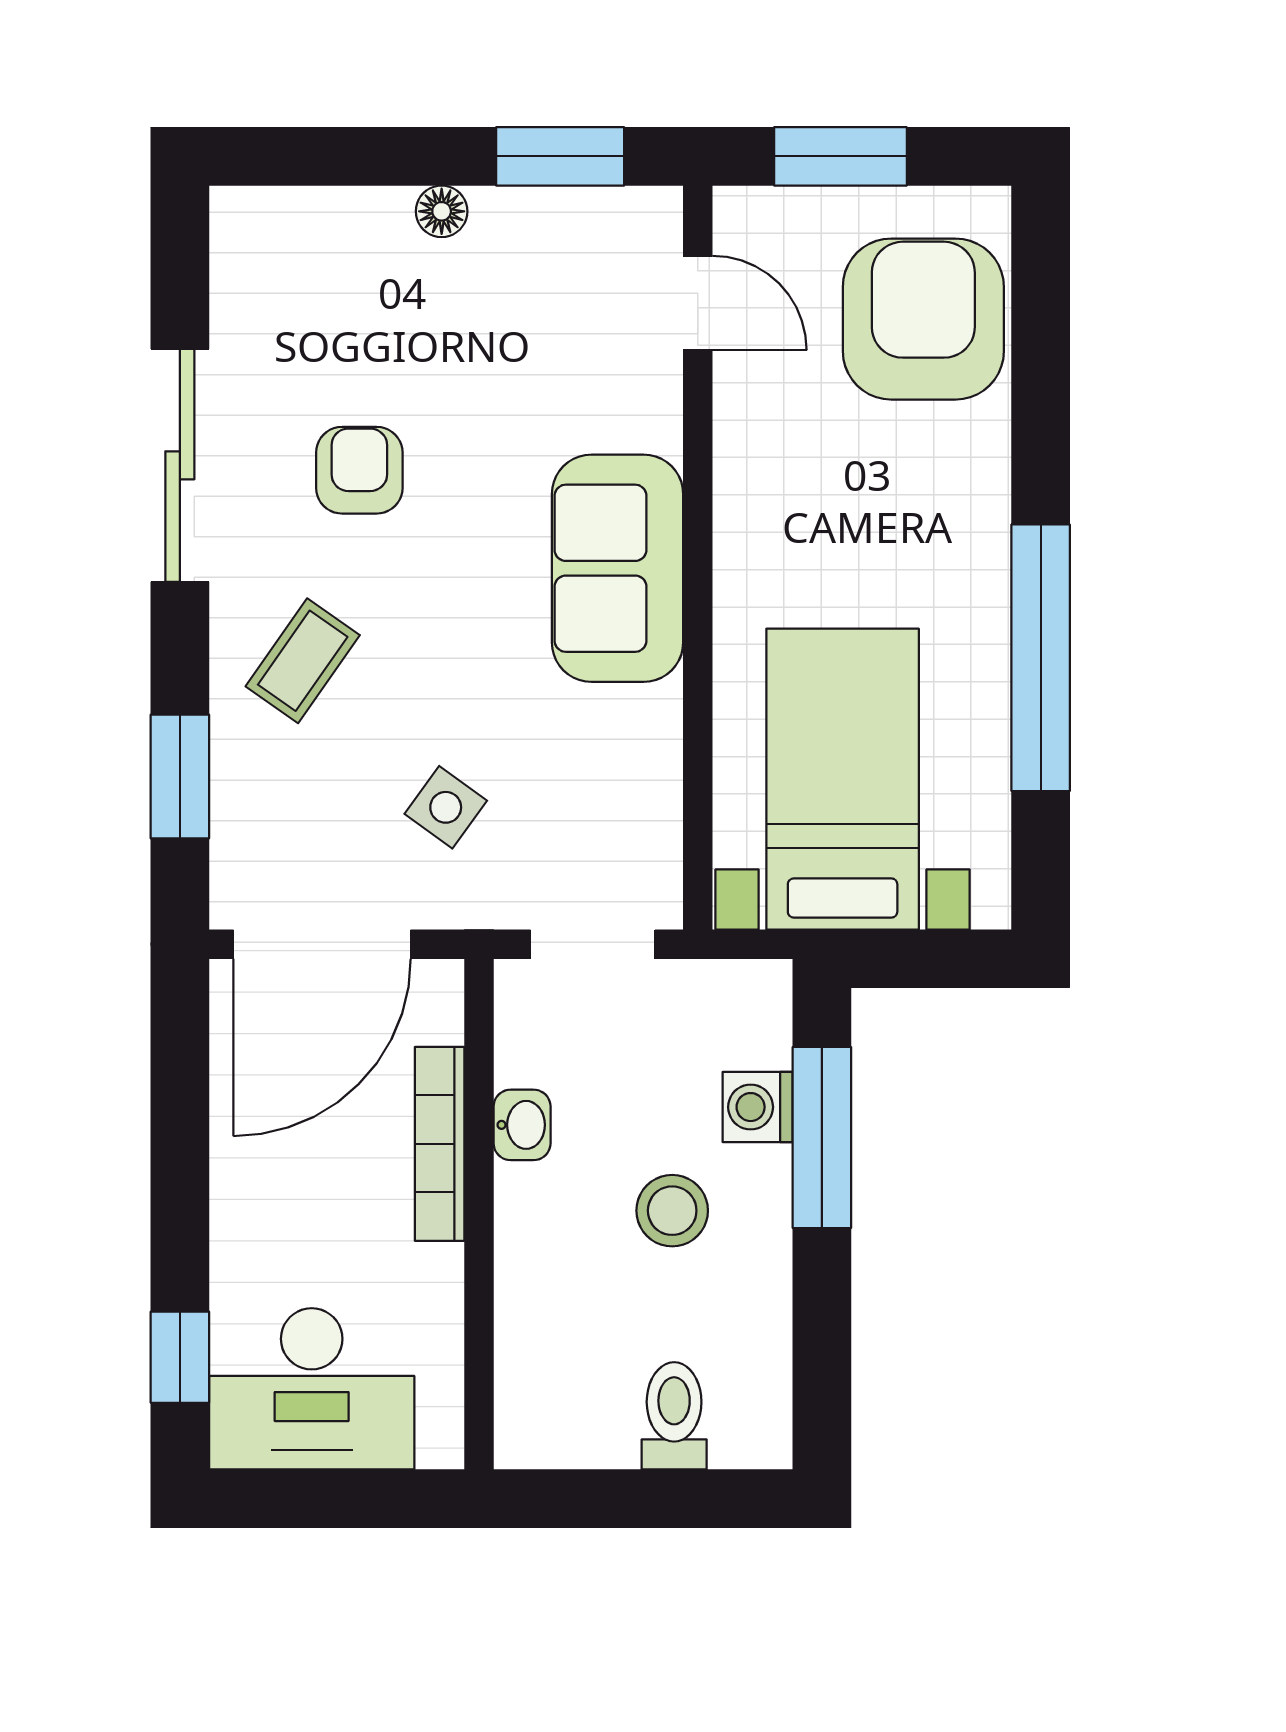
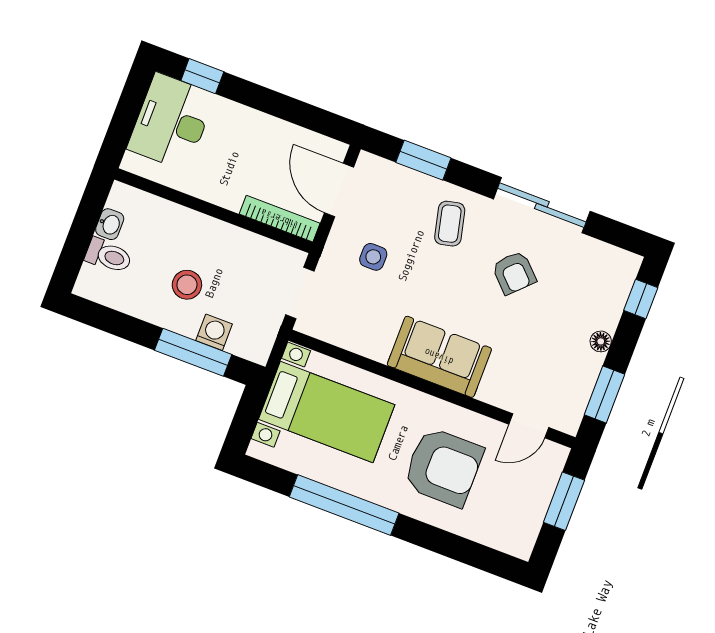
window: (309, 156) -> (641, 299), added
armchair: (923, 319) -> (443, 467), moved
armchair: (359, 470) -> (514, 273), turned 45
coffee table: (303, 661) -> (450, 224), turned 42
side table: (446, 807) -> (373, 257), turned -36
door: (322, 944) -> (339, 190), width x0.73
washbasin: (522, 1125) -> (110, 224), moved, turned -90
bookcase: (440, 1144) -> (280, 219), moved

